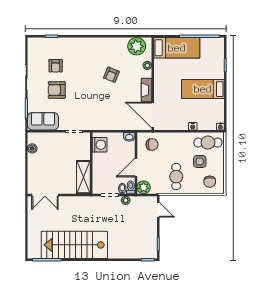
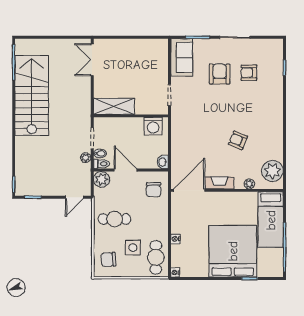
bed: (203, 89) -> (233, 251), width x2.04
boiler: (32, 148) -> (149, 44), removed

